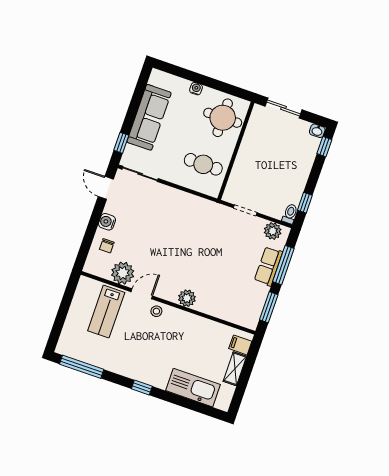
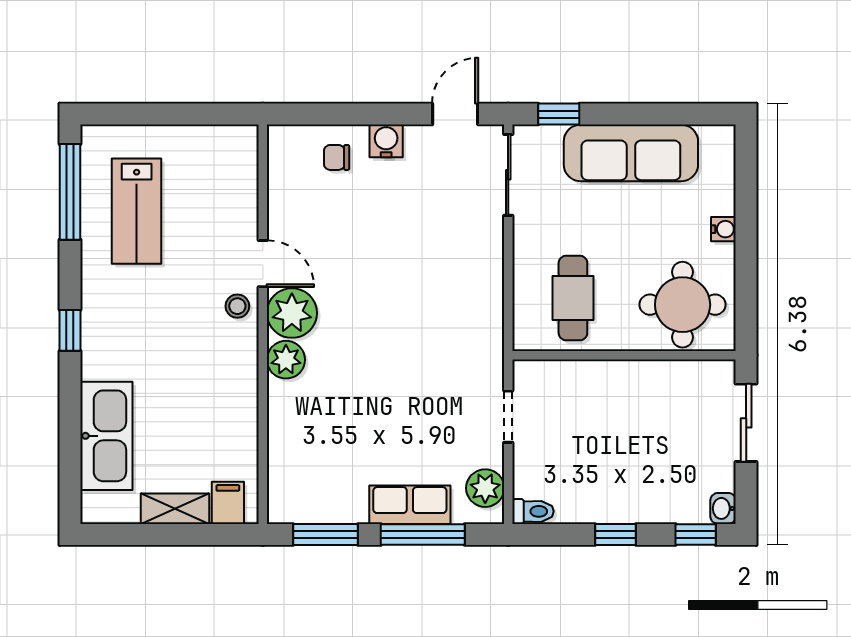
window: (305, 203) -> (616, 534), moved
plant: (123, 273) -> (292, 313), moved
lab bench: (106, 312) -> (137, 211), moved, turned -90

